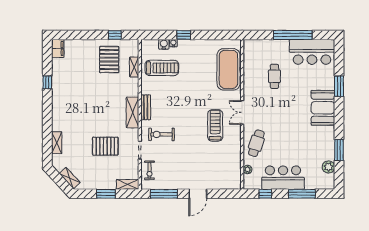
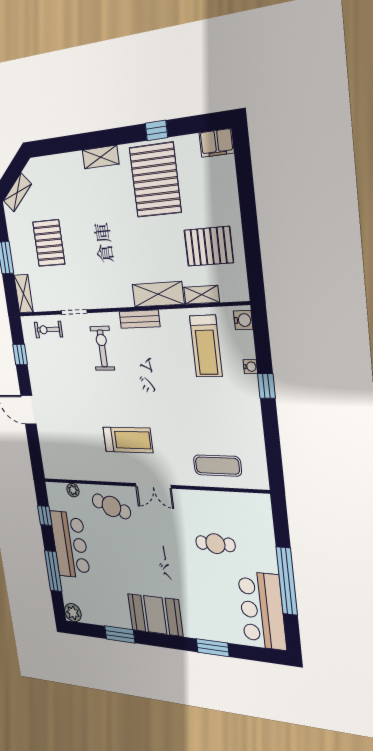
window: (115, 35) -> (253, 254), removed
water cooler: (164, 44) -> (243, 320), moved
exercise mat: (228, 69) -> (217, 466), width x0.50, depth x0.69
pallet: (72, 87) -> (155, 180), added
booth: (323, 108) -> (155, 615), moved
shelving: (133, 112) -> (158, 294), moved
double door: (242, 112) -> (153, 486), swing flipped
shelving: (57, 143) -> (101, 157), moved
pallet: (105, 146) -> (49, 243), moved
plant: (328, 167) -> (73, 613), moved
window: (164, 194) -> (20, 355), width x0.46

